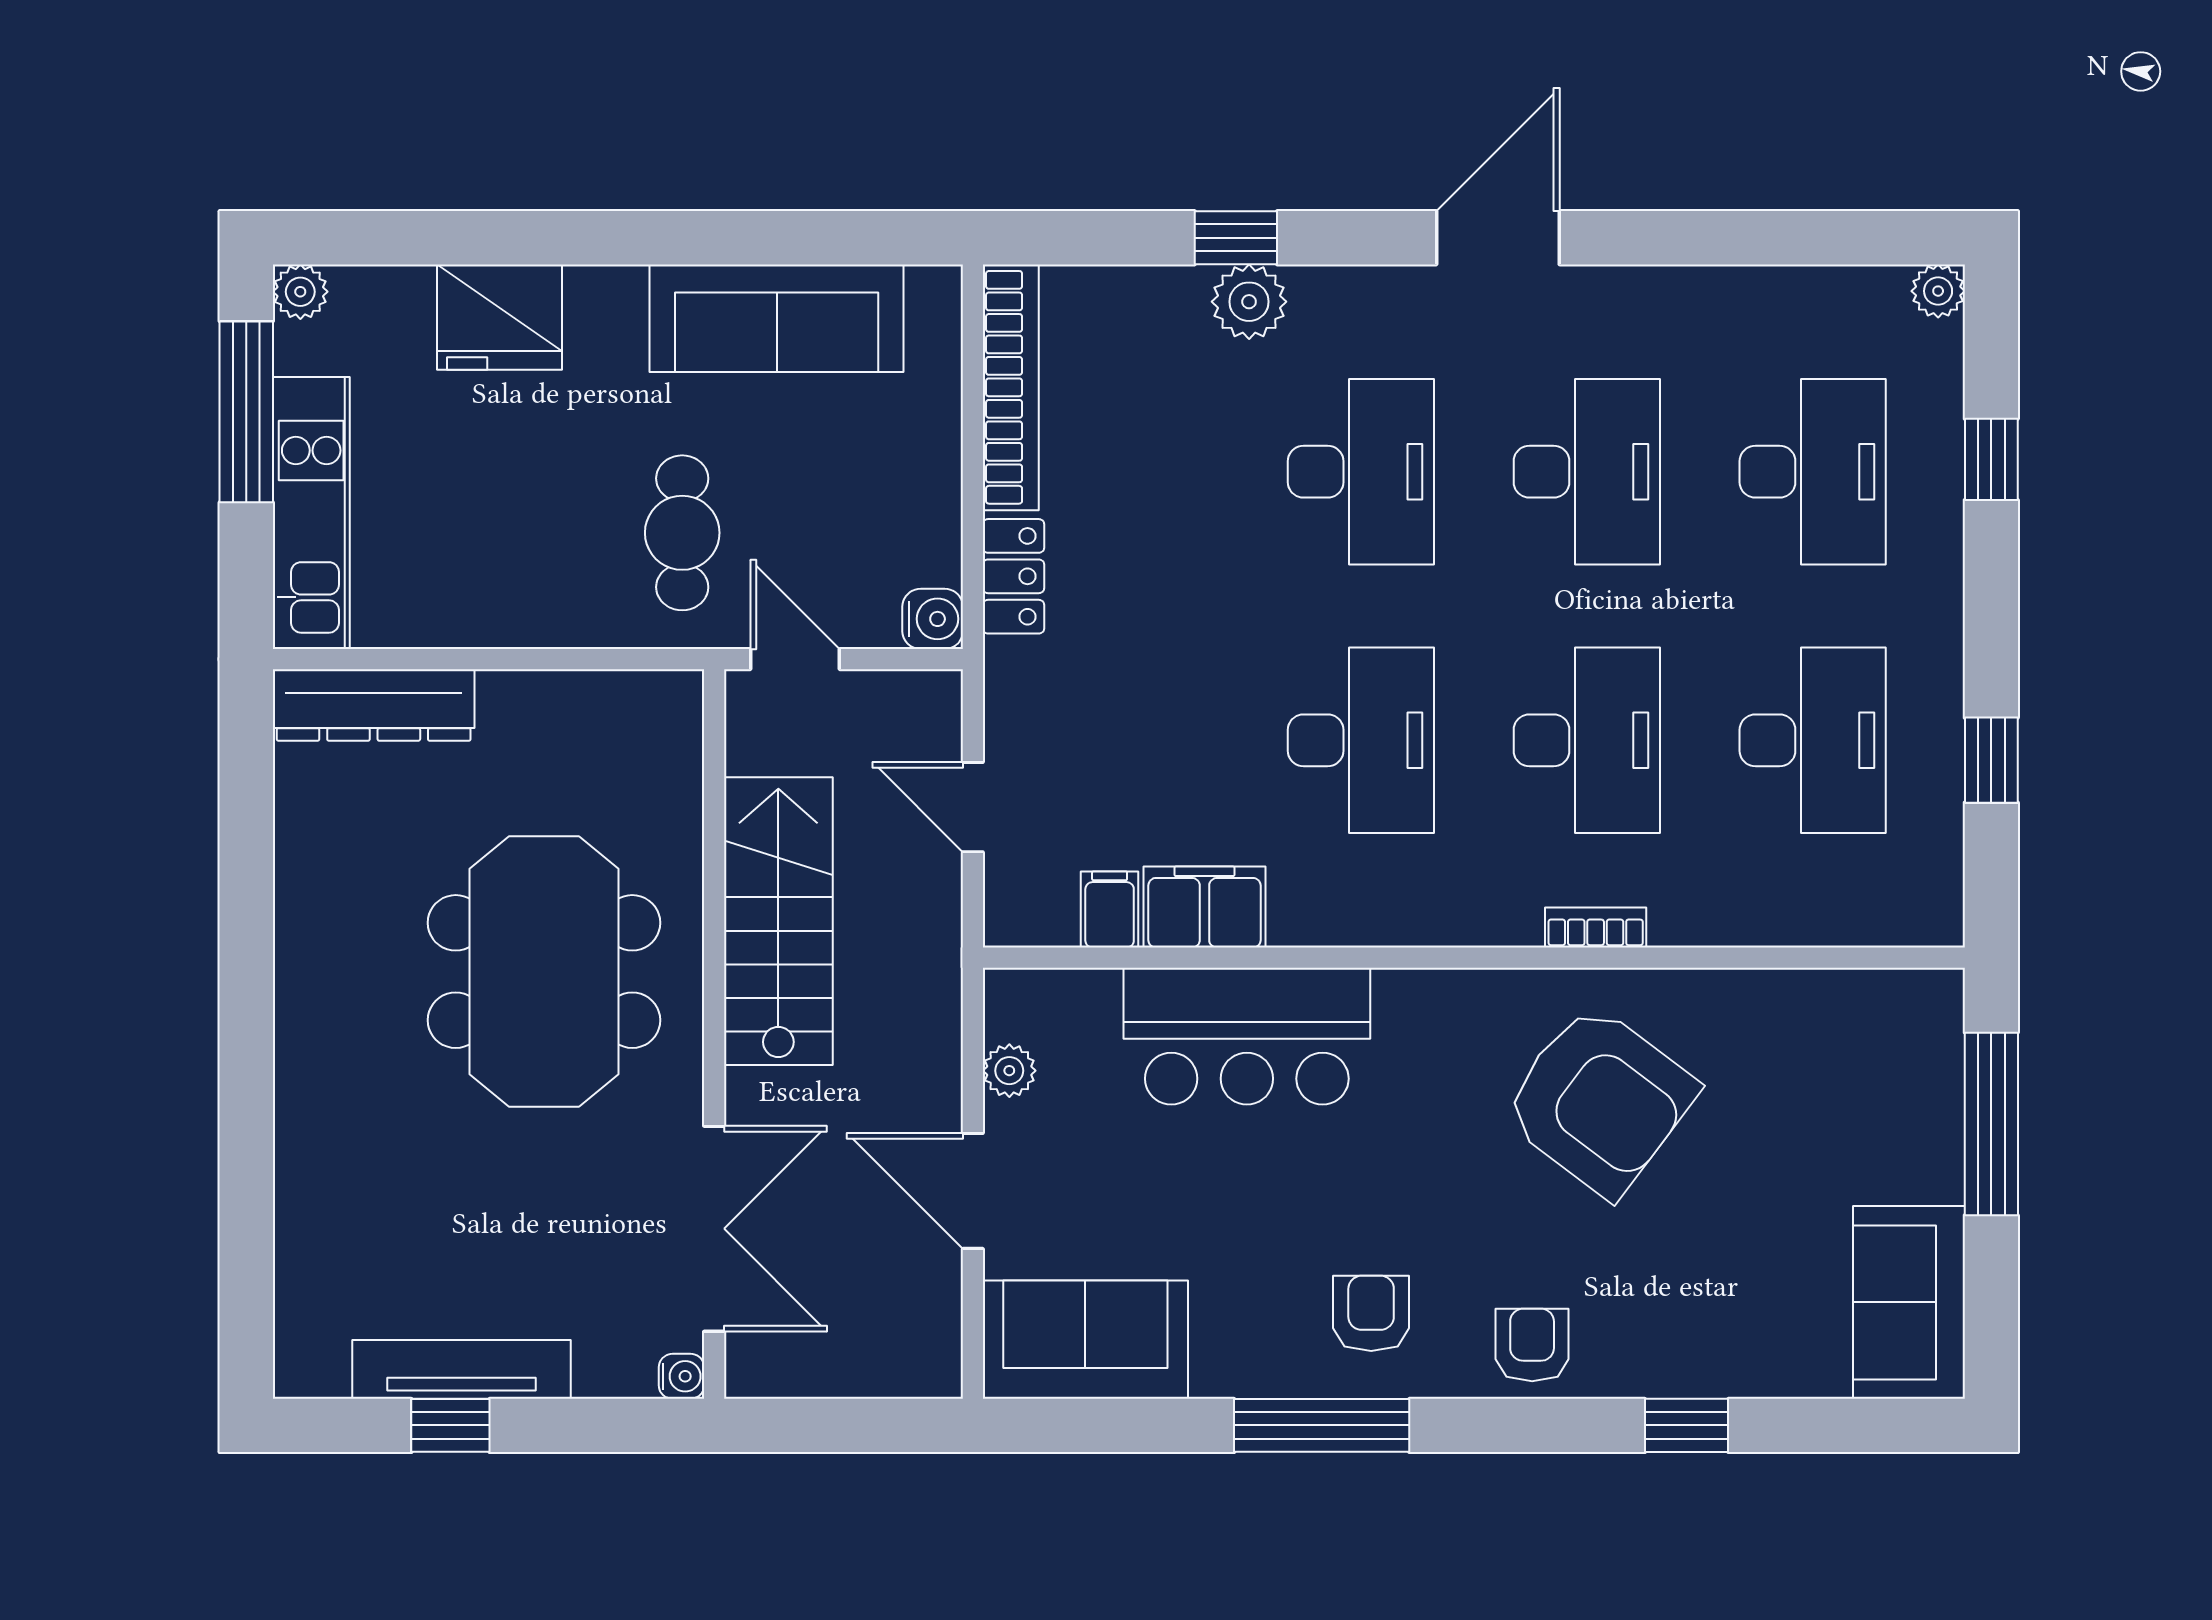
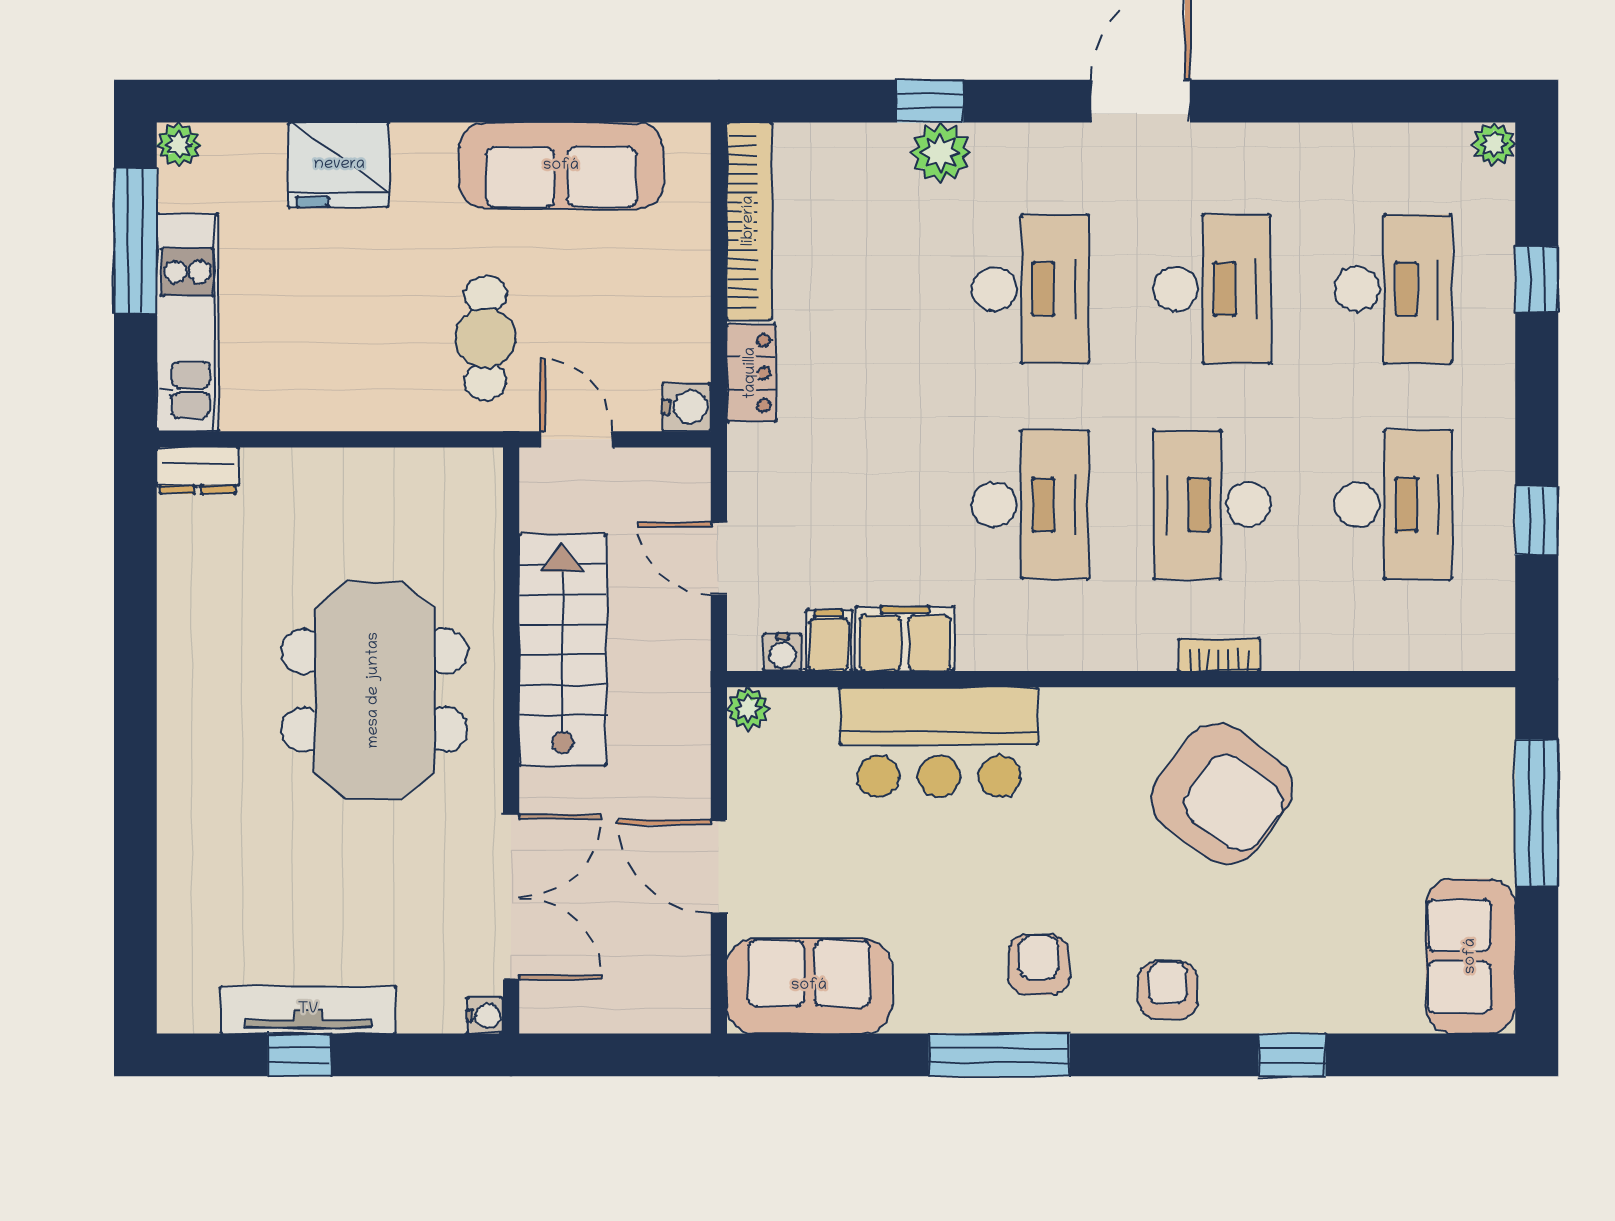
dresser: (374, 705) -> (198, 471), width x0.51, depth x0.80
desk: (1587, 740) -> (1212, 505), turned 180
water cooler: (1052, 924) -> (782, 652), added
plant: (1009, 1071) -> (748, 708), moved

